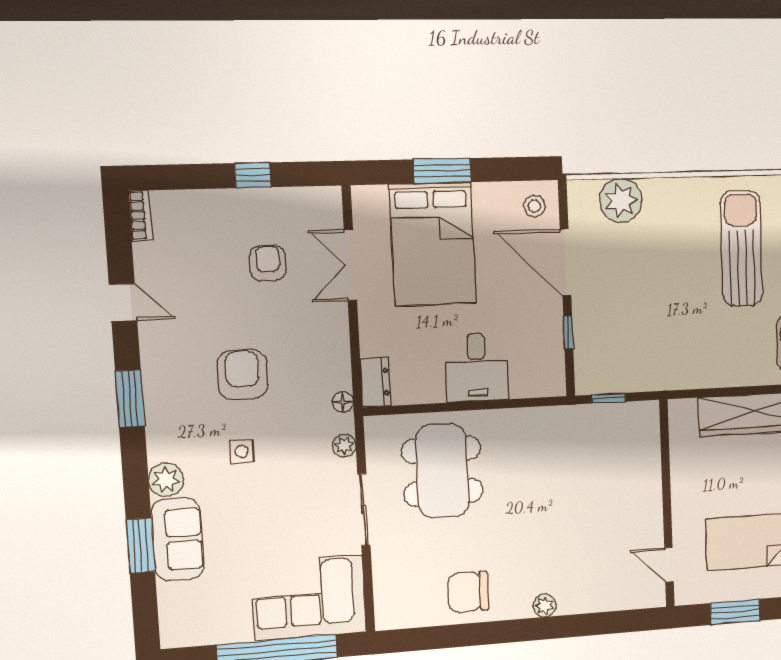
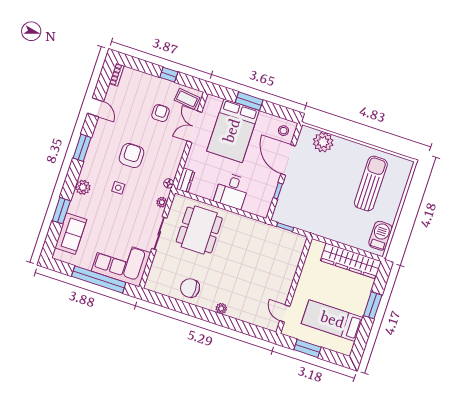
coffee table: (312, 213) -> (187, 99), added
sofa: (177, 539) -> (71, 234), moved

